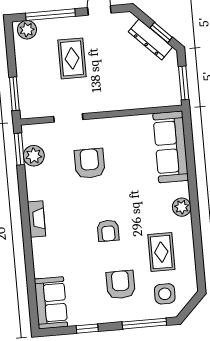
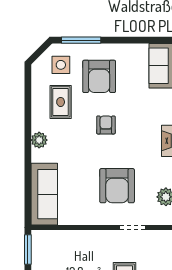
armchair: (90, 163) -> (117, 186), width x1.36, depth x1.36
armchair: (121, 285) -> (99, 76), width x1.36, depth x1.36
window: (87, 329) -> (132, 40), removed

